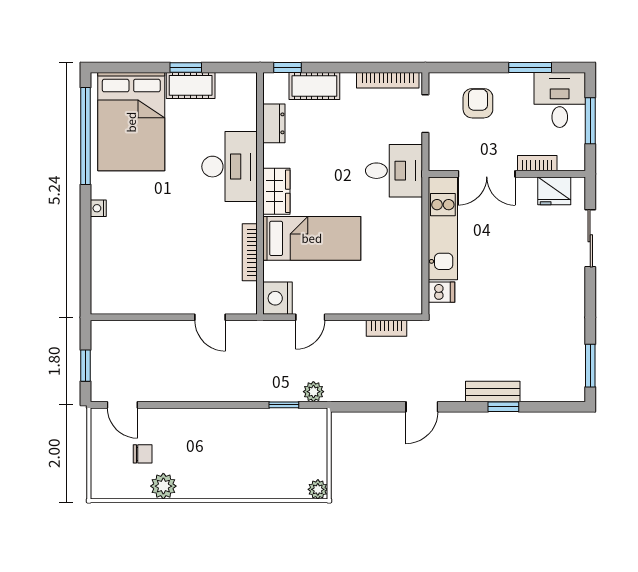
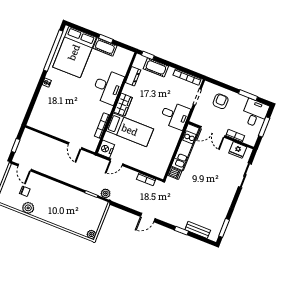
bench: (493, 392) -> (198, 230), moved

